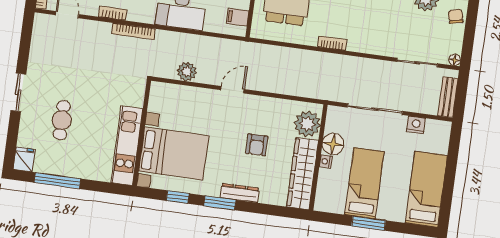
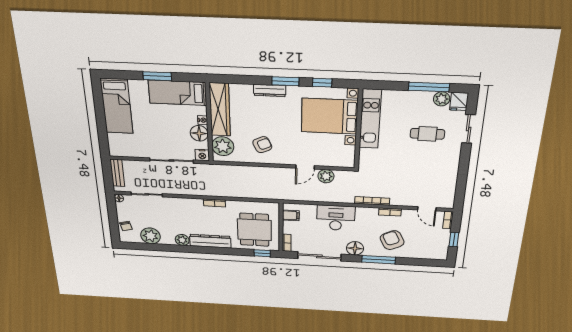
door: (233, 90) -> (305, 167), moved
sliding door: (18, 92) -> (469, 129), moved
cafe table: (62, 120) -> (427, 134), turned 90
nightstand: (416, 125) -> (202, 155), moved
armchair: (257, 145) -> (262, 145), moved, turned 65
plant: (44, 164) -> (442, 99), added
bed: (364, 183) -> (178, 93), moved, turned 90

